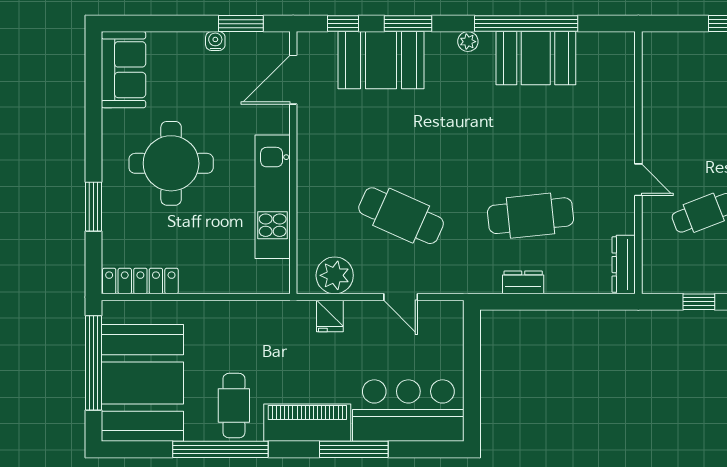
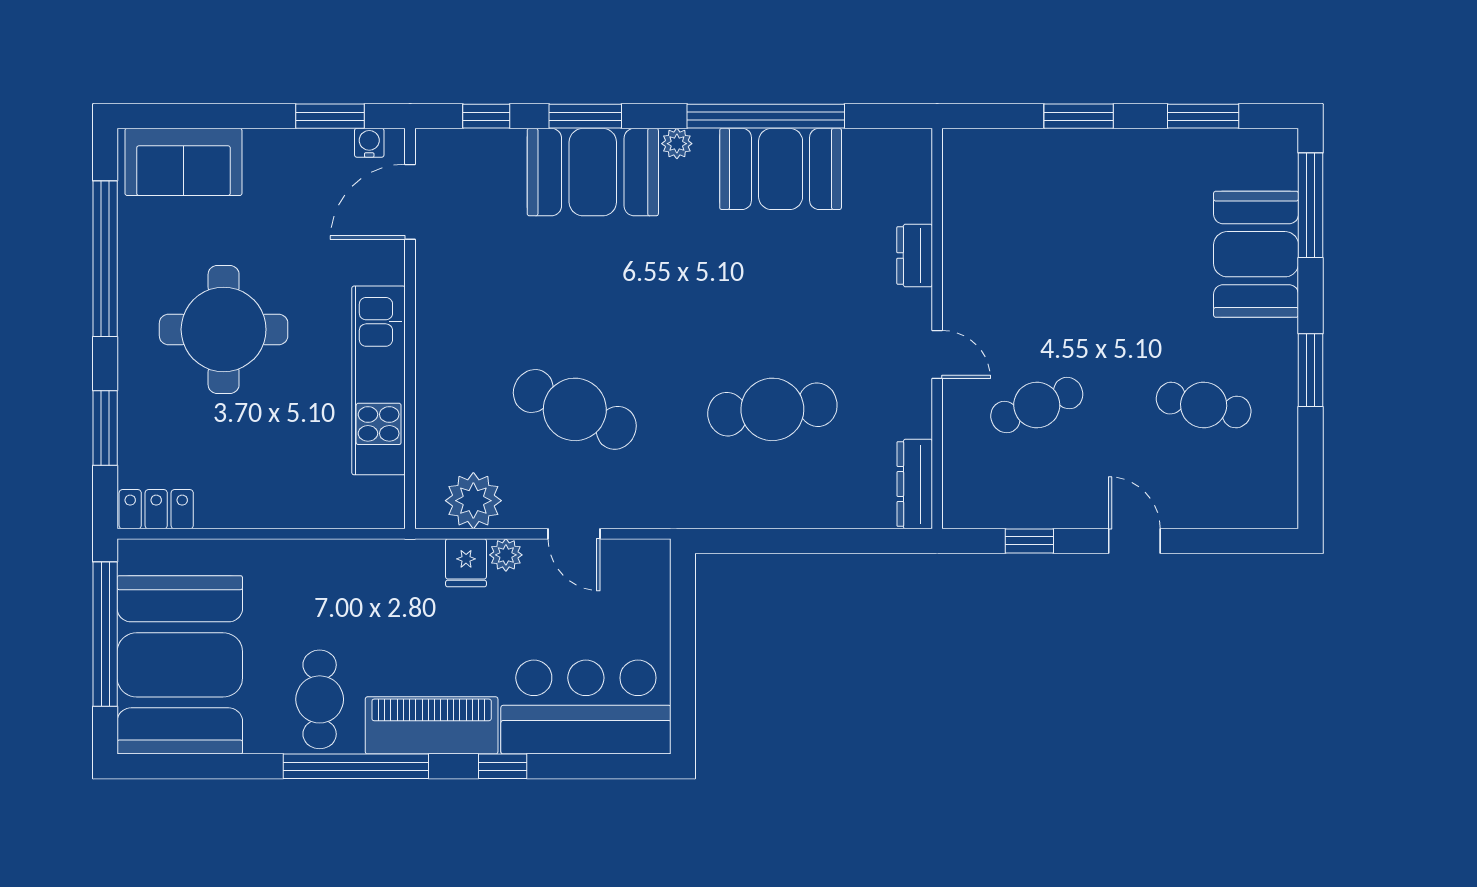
water cooler: (215, 41) -> (369, 143), moved
booth: (381, 60) -> (593, 172), moved
sofa: (123, 70) -> (183, 162), moved, turned 90
window: (93, 117) -> (105, 259), added
window: (93, 207) -> (105, 428), moved
locker: (140, 281) -> (156, 509), width x0.66
dresser: (523, 282) -> (915, 255), moved, turned -90
plant: (356, 311) -> (506, 555), added
window: (220, 449) -> (356, 766), moved
window: (354, 449) -> (503, 766), width x0.46

